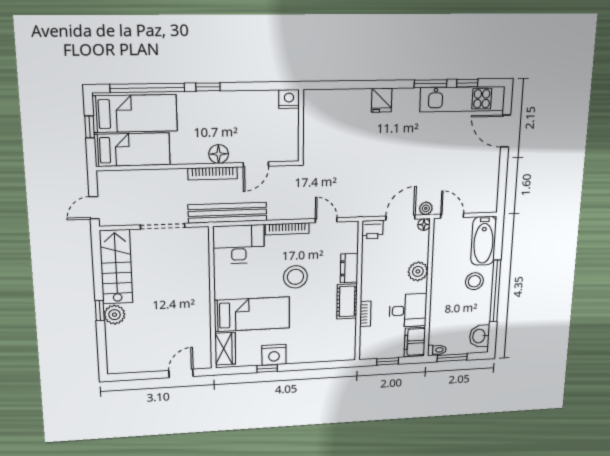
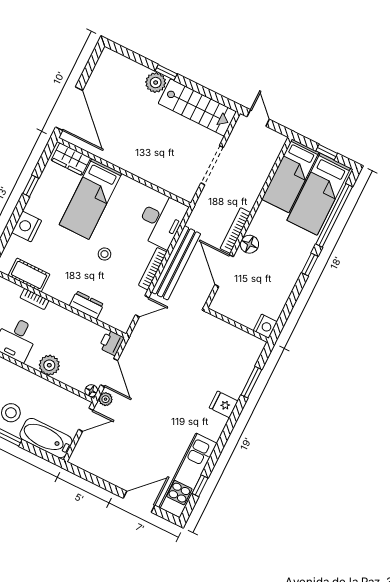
window: (431, 84) -> (251, 382), moved
door: (256, 164) -> (224, 271), width x1.38
bench: (227, 213) -> (176, 263), moved
stool: (295, 277) -> (104, 254), width x0.53, depth x0.53
cot: (347, 301) -> (29, 275), moved
nightstand: (274, 355) -> (27, 227), moved
door: (181, 373) -> (69, 109), width x1.88

